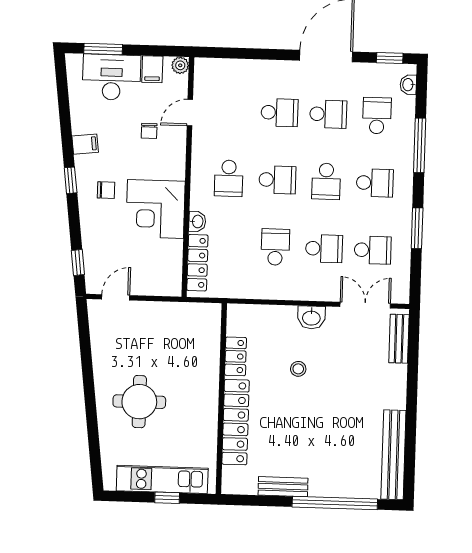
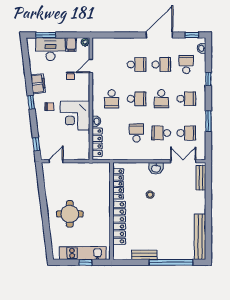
filing cabinet: (85, 144) -> (38, 84), width x2.00
window: (420, 145) -> (208, 79), width x0.46
school desk: (324, 249) -> (161, 133), turned 180
locker: (236, 356) -> (118, 184), width x1.53

